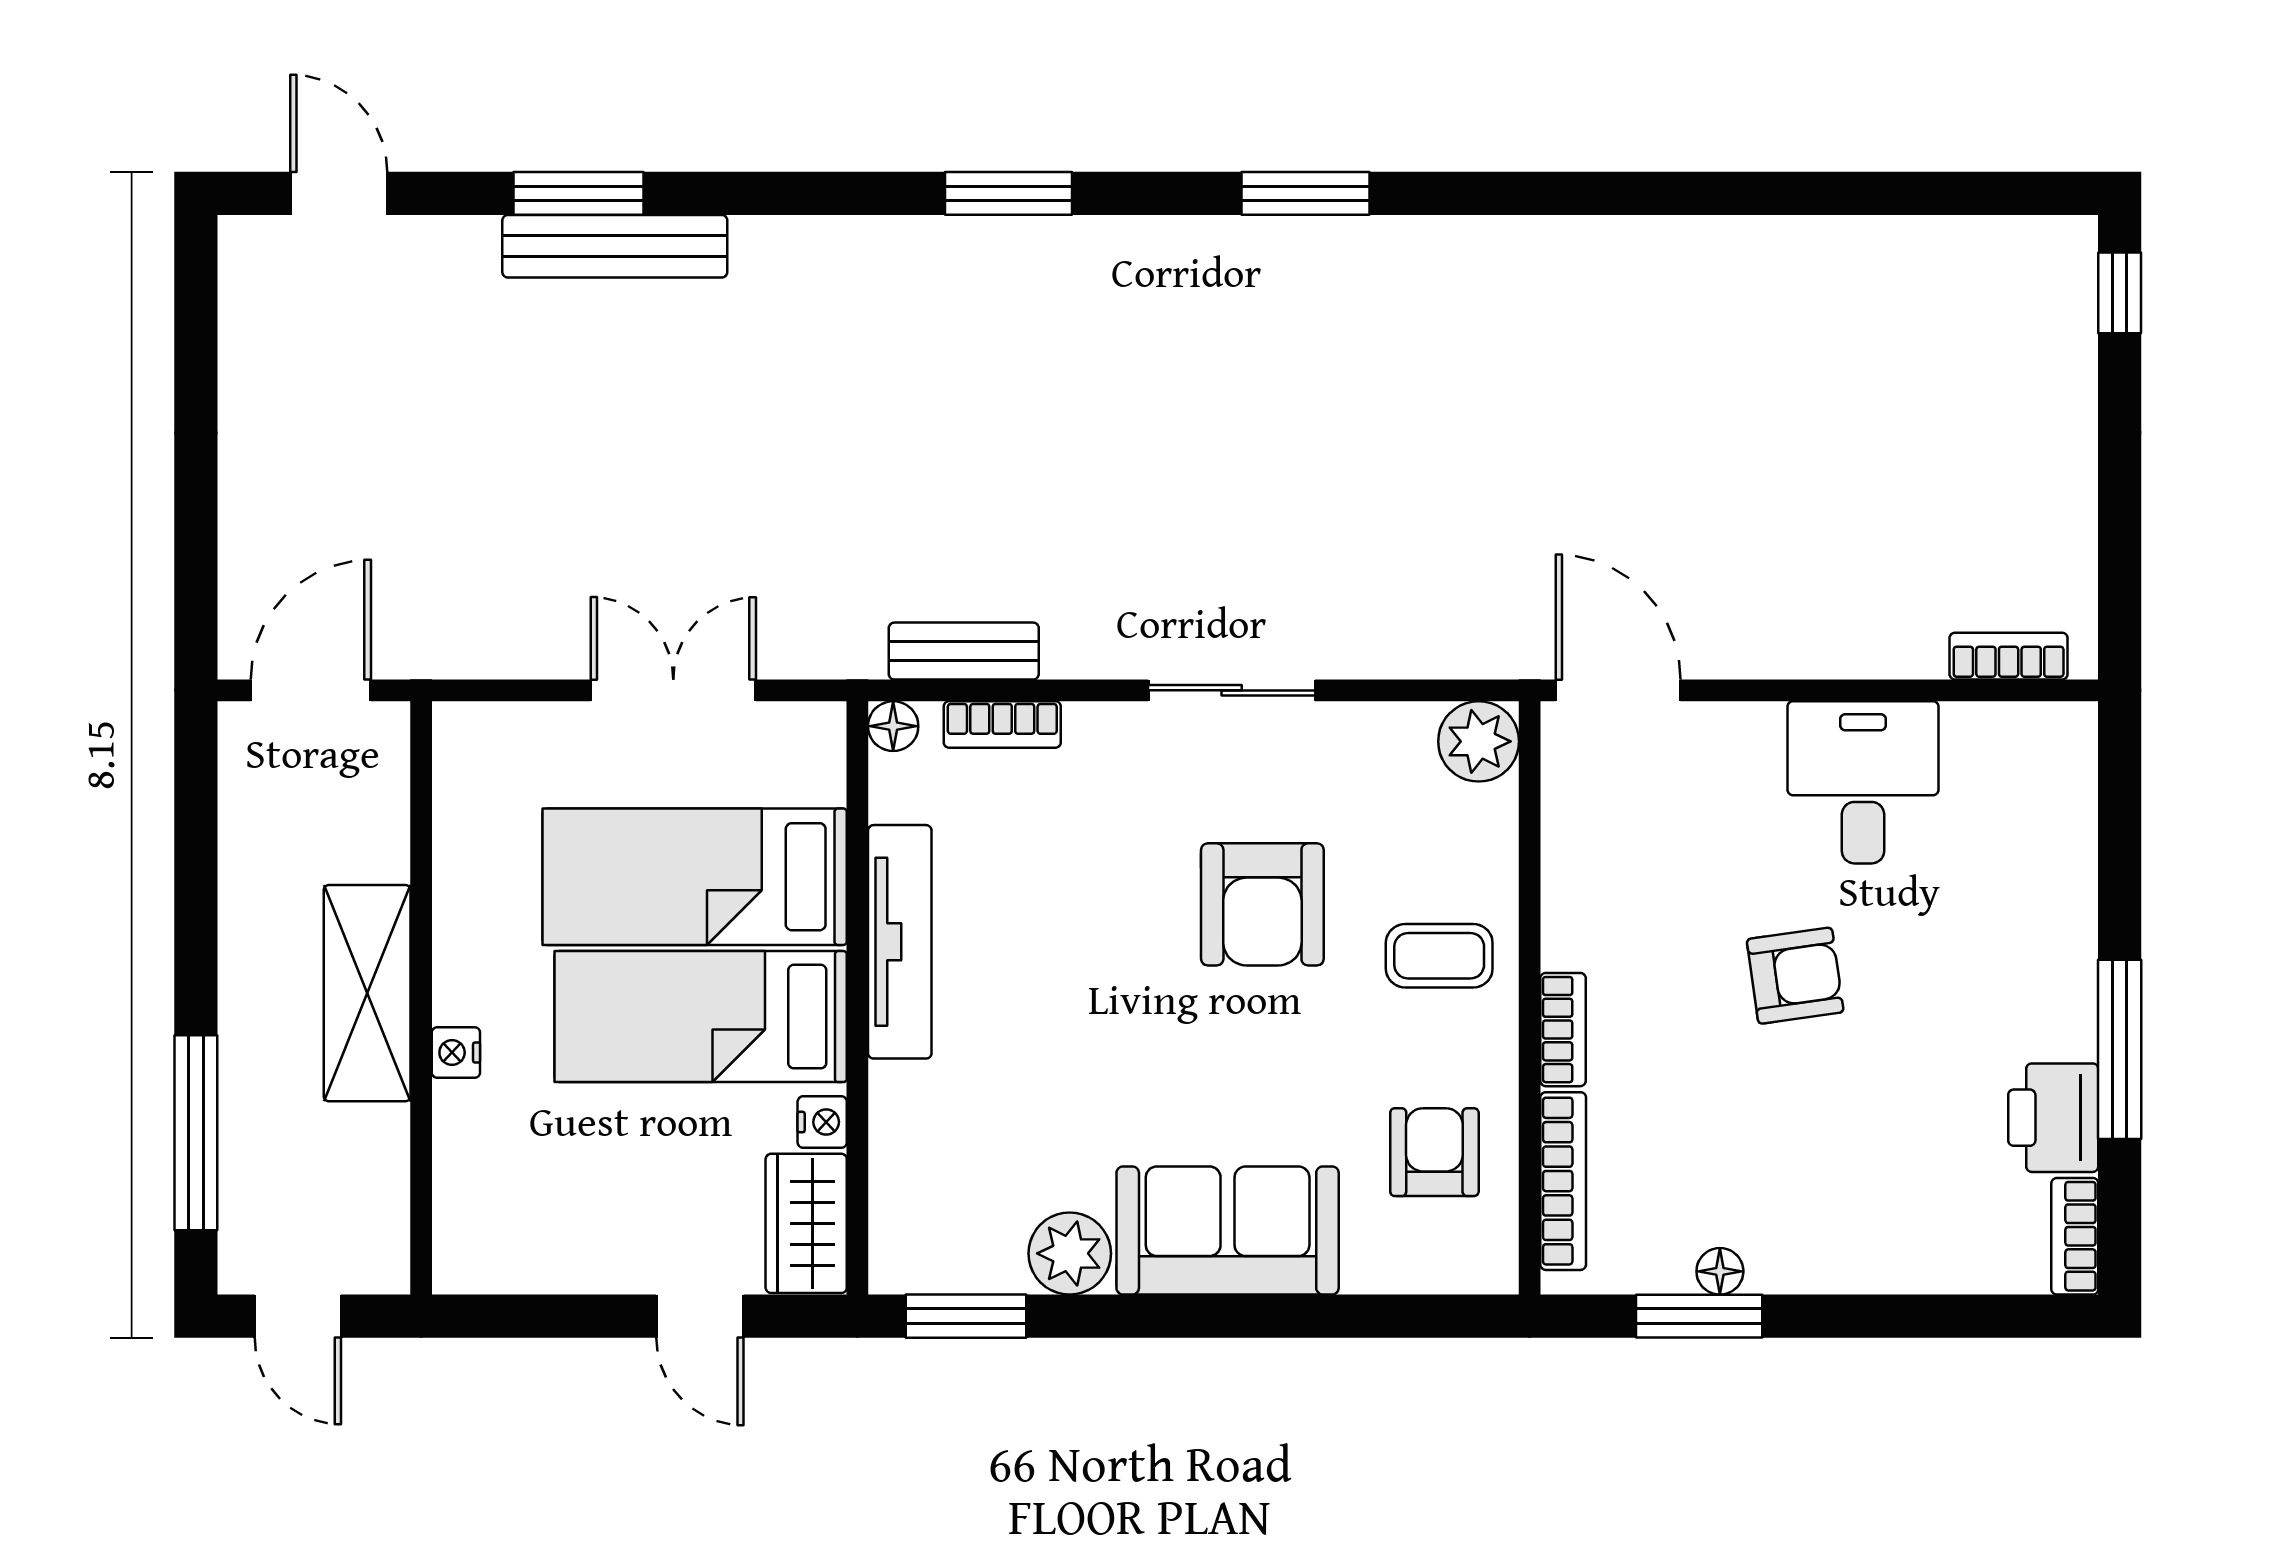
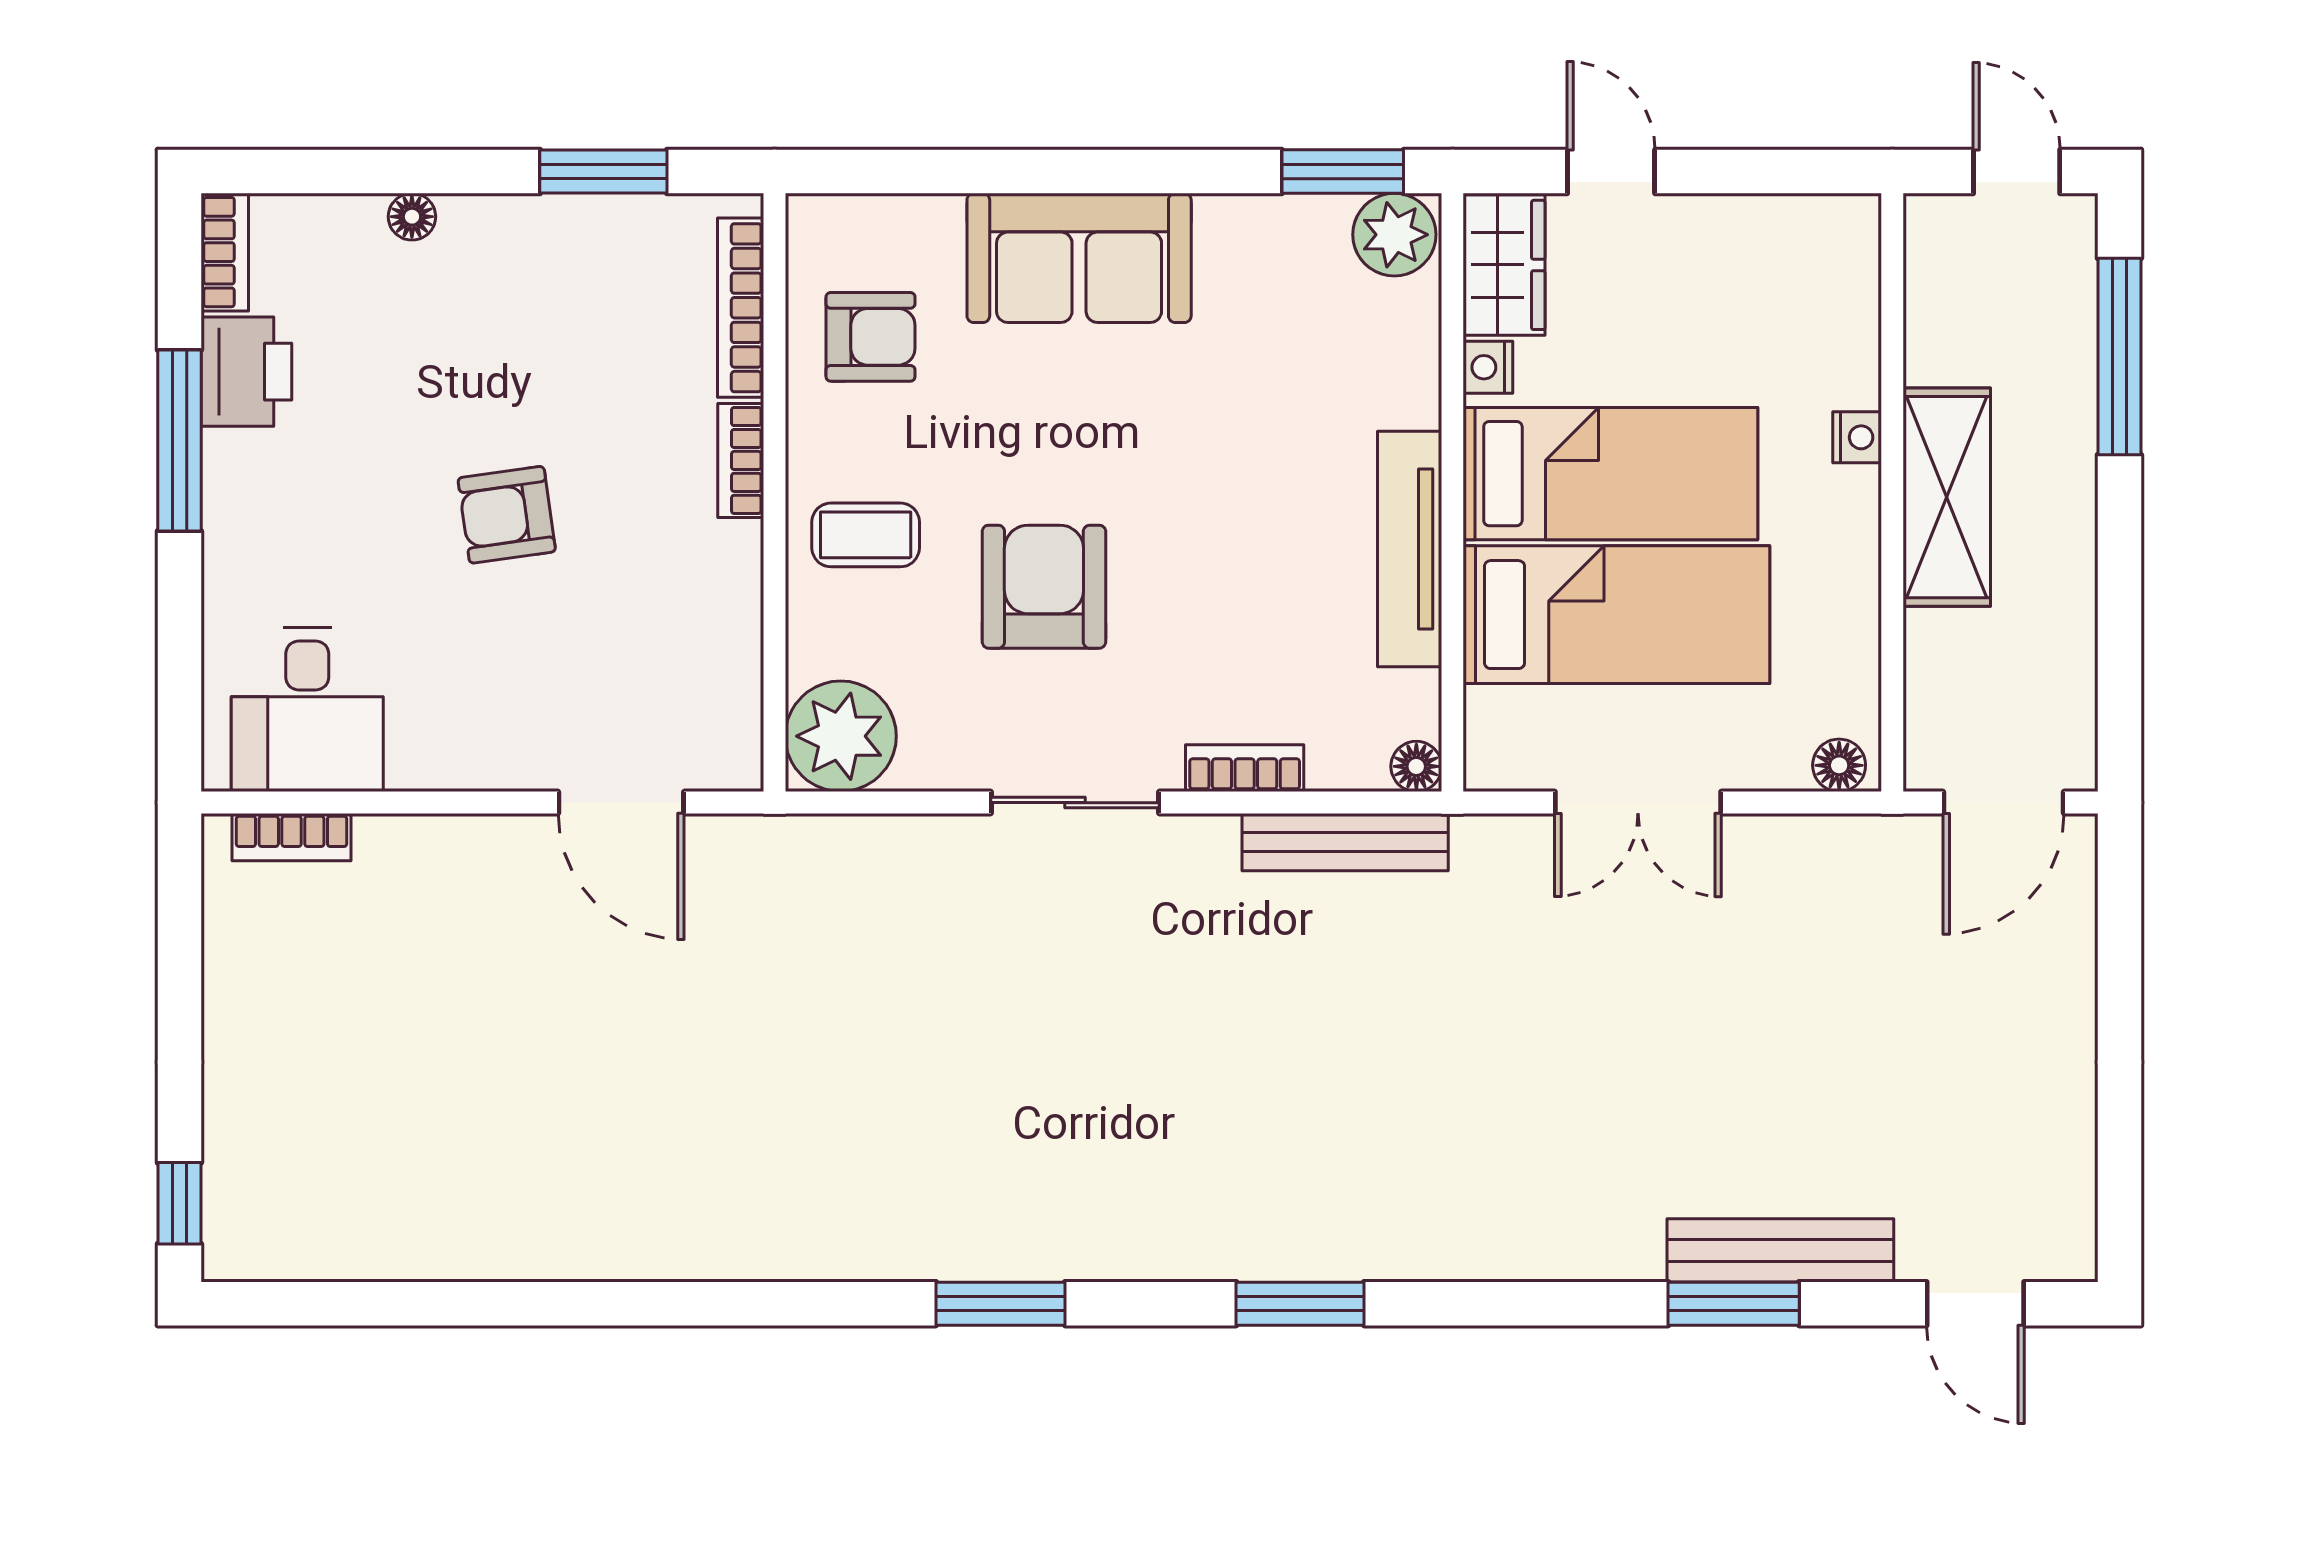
bench: (615, 246) -> (1780, 1250), moved
bench: (964, 651) -> (1345, 842), width x1.36
door: (1618, 690) -> (621, 803), moved
bookcase: (1002, 724) -> (1245, 768), moved
floor lamp: (474, 727) -> (1839, 765), added
plant: (1479, 741) -> (841, 736), width x1.36, depth x1.36
desk: (1863, 782) -> (307, 710), moved
armchair: (1434, 1152) -> (870, 337), turned -90
plant: (1070, 1253) -> (1394, 235), moved
floor lamp: (1720, 1271) -> (412, 217), moved

